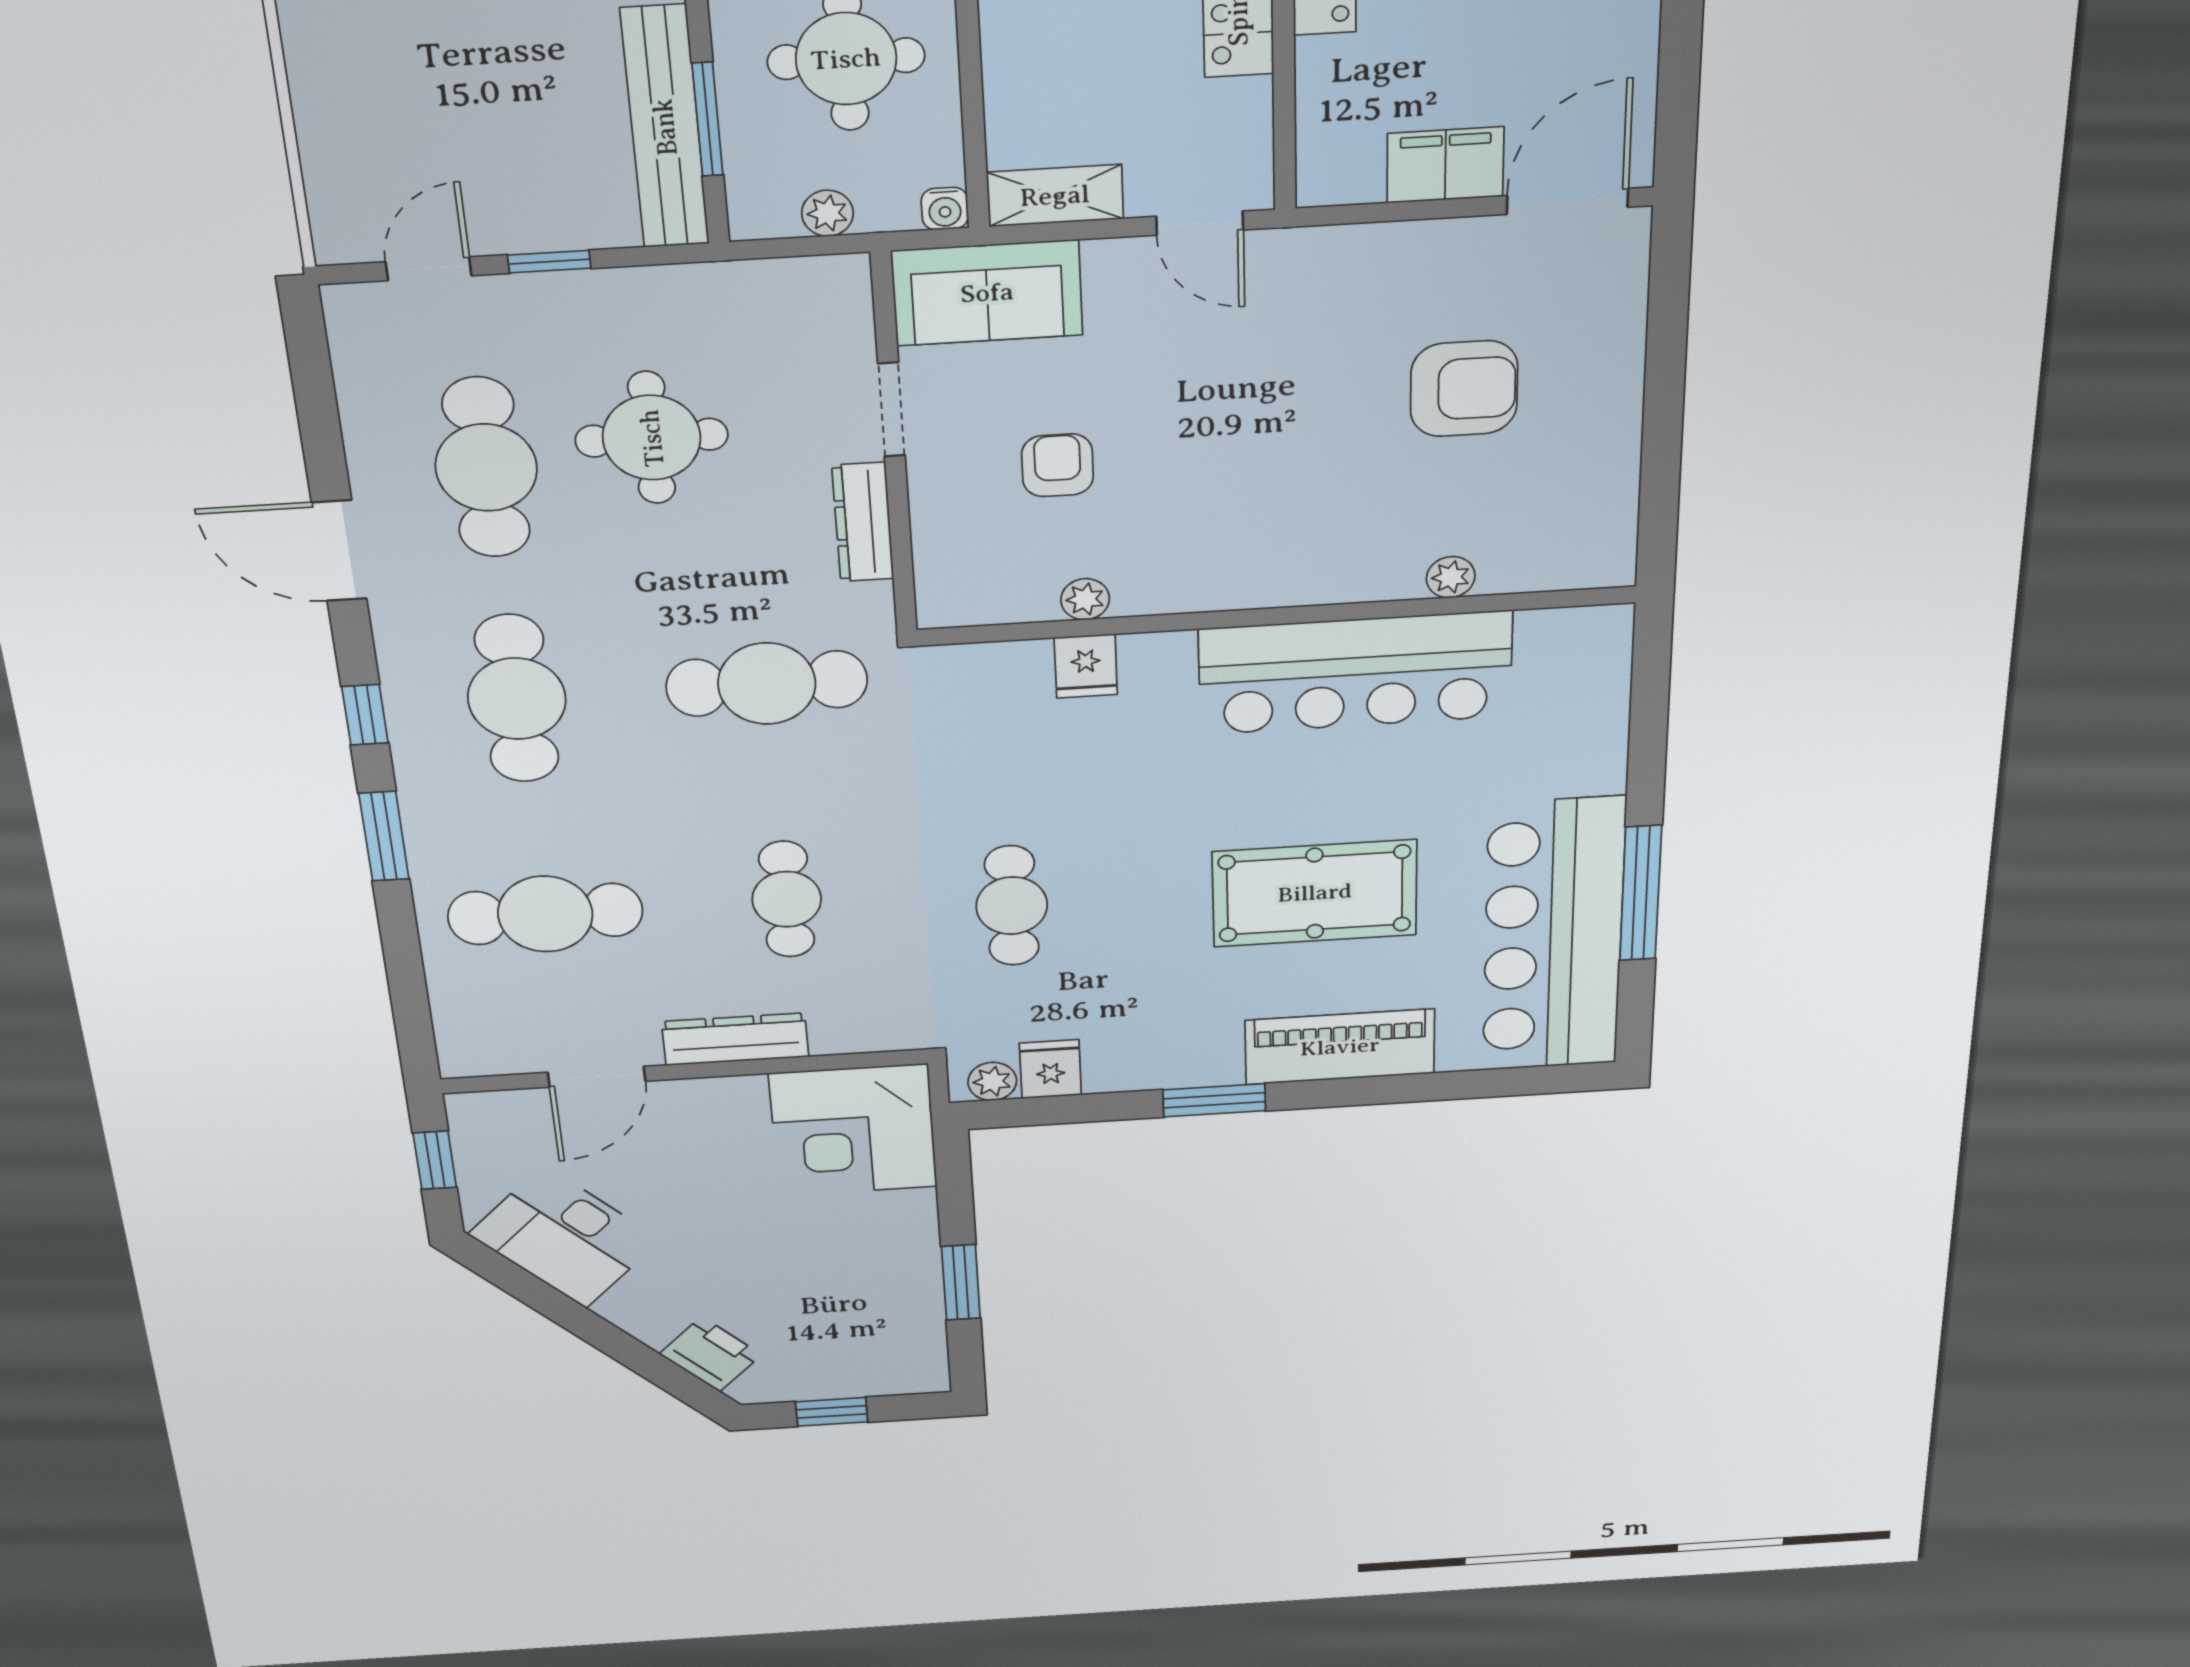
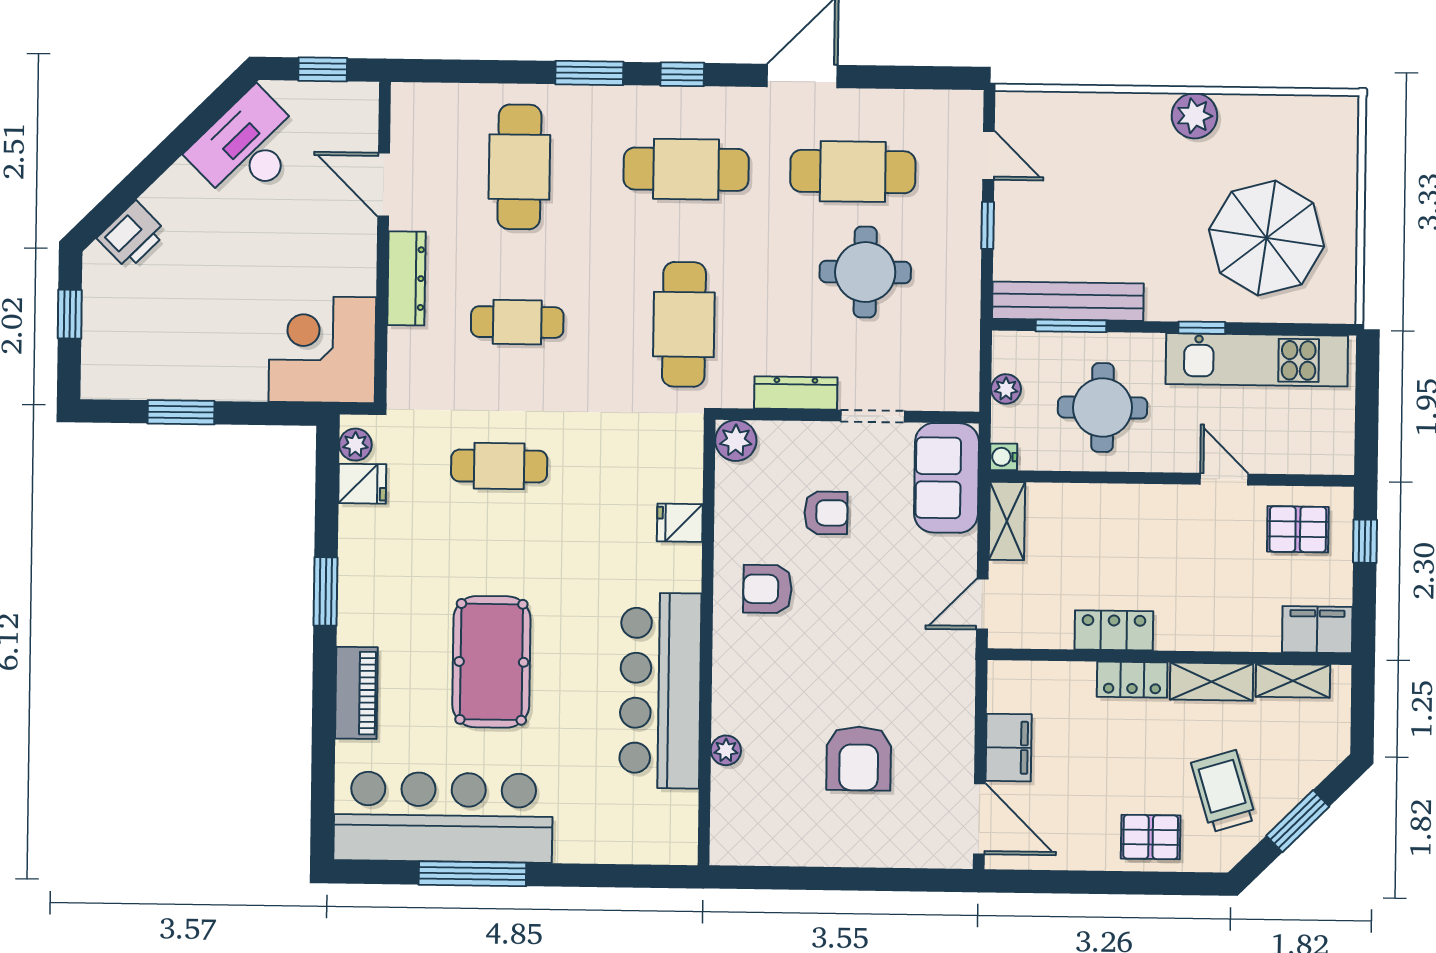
armchair: (1187, 539) -> (768, 589), added
plant: (1085, 599) -> (736, 441), moved, width x1.38, depth x1.38
piano: (1340, 1047) -> (356, 693), width x0.73, depth x0.75

